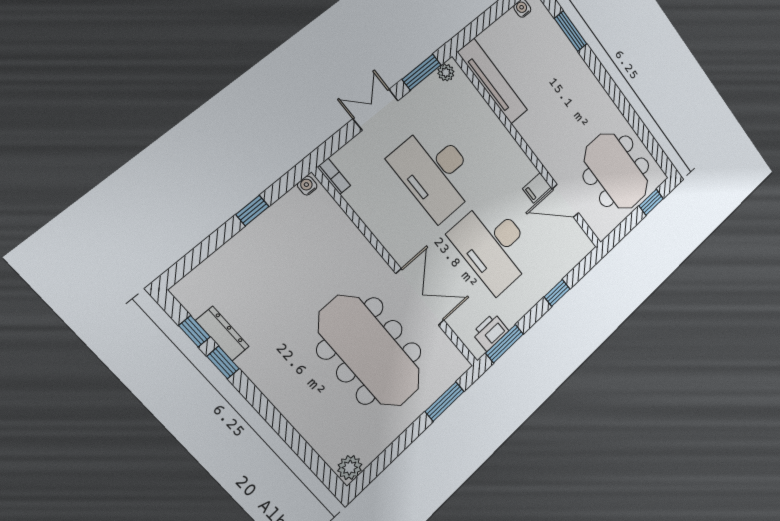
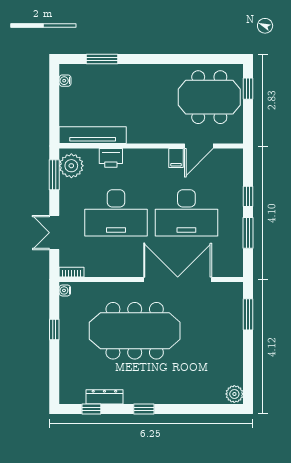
plant: (446, 72) -> (71, 166), width x1.88, depth x1.88
double door: (376, 110) -> (54, 233), moved
double door: (420, 297) -> (178, 280), width x1.36
printer: (490, 332) -> (111, 158), moved, turned -90
window: (505, 344) -> (248, 233), moved
meeting table: (370, 351) -> (135, 331), moved
window: (223, 362) -> (144, 409), moved

